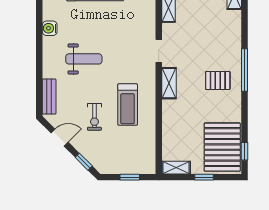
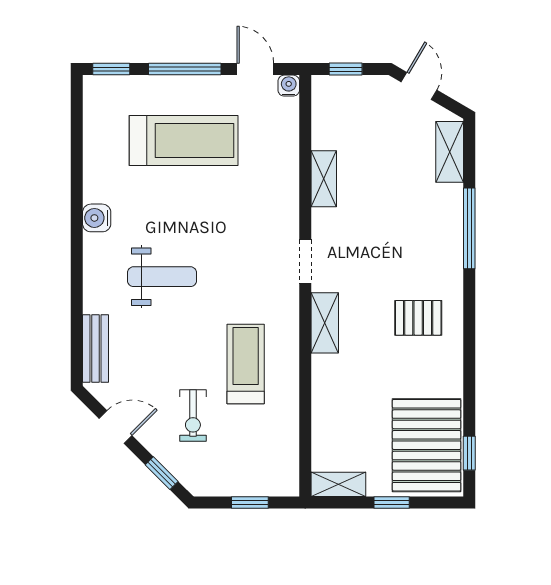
window: (245, 70) -> (469, 228), moved
treadmill: (128, 105) -> (246, 364), turned 180
exercise bike: (94, 117) -> (193, 416), moved

